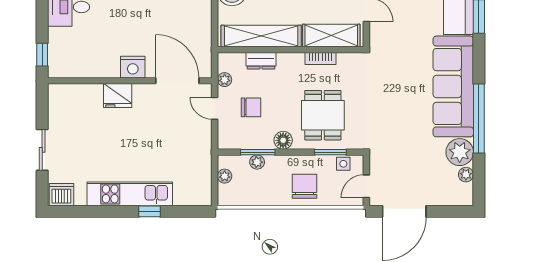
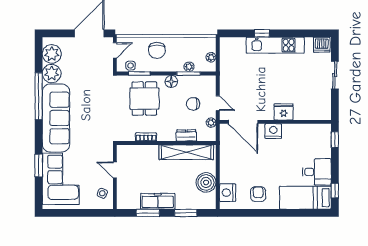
shelving: (331, 36) -> (139, 153), removed
plant: (466, 175) -> (52, 54), width x1.87, depth x1.87

